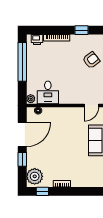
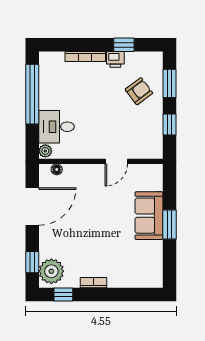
printer: (37, 40) -> (115, 59), moved
desk: (48, 92) -> (56, 127), moved, turned 90
door: (91, 105) -> (116, 161), moved
window: (22, 159) -> (32, 262), moved

